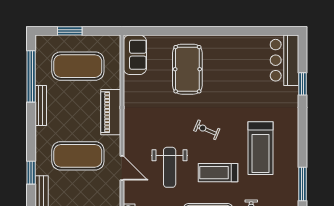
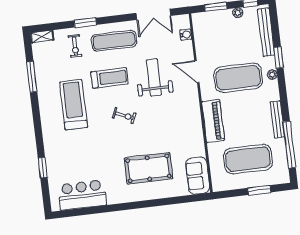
bar counter: (284, 60) -> (82, 195), moved, turned -90
pool table: (187, 69) -> (148, 168), turned 90
plant: (40, 155) -> (272, 75), added

